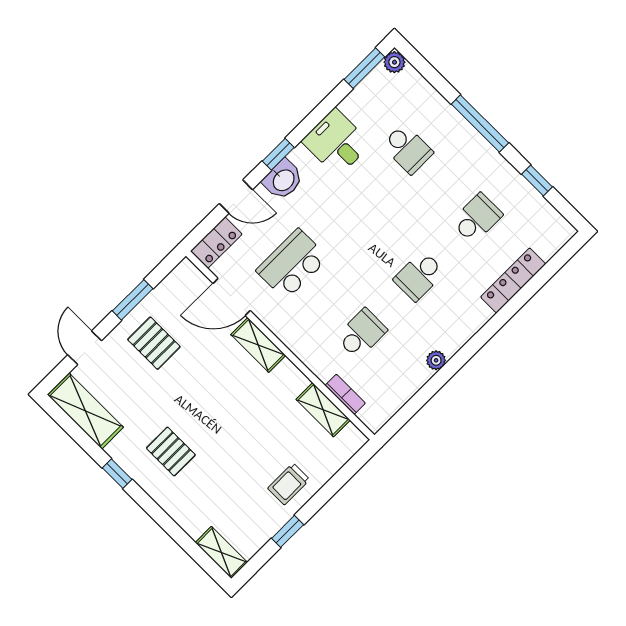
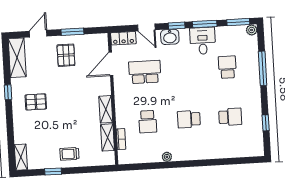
window: (317, 115) -> (205, 24), added
window: (480, 123) -> (263, 68), moved
school desk: (407, 149) -> (227, 67), turned 180
locker: (513, 280) -> (223, 153), removed
door: (232, 297) -> (111, 64), hinge flipped
school desk: (361, 334) -> (148, 122), turned 90
shelving: (258, 345) -> (106, 109), moved
pallet: (171, 451) -> (36, 102), turned 90

